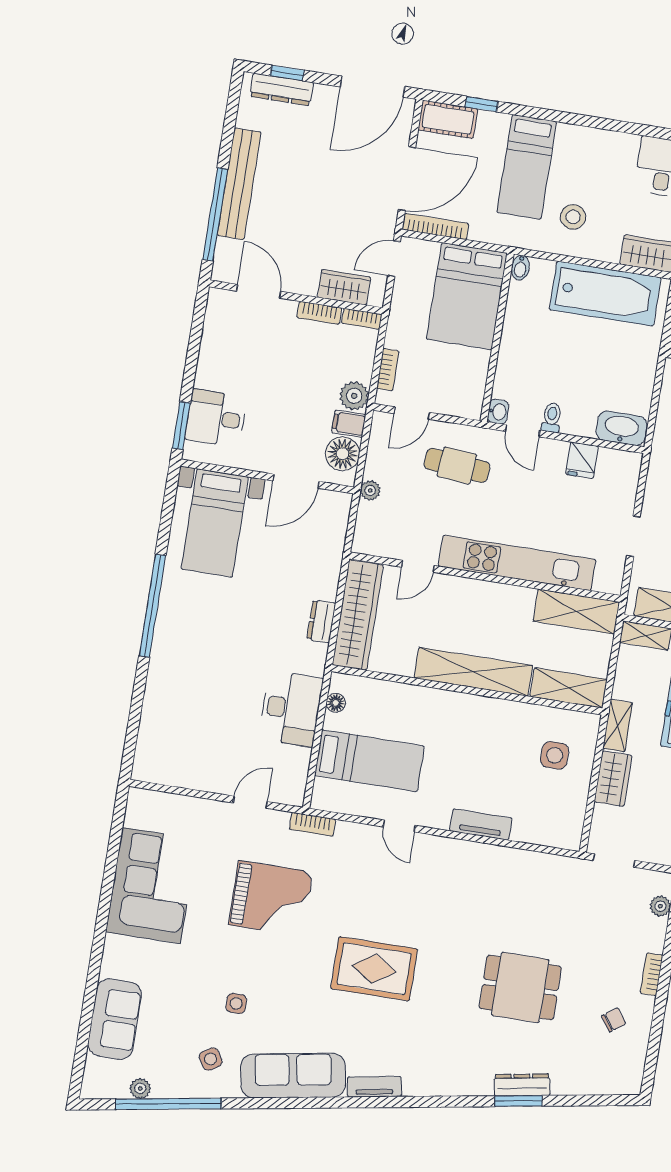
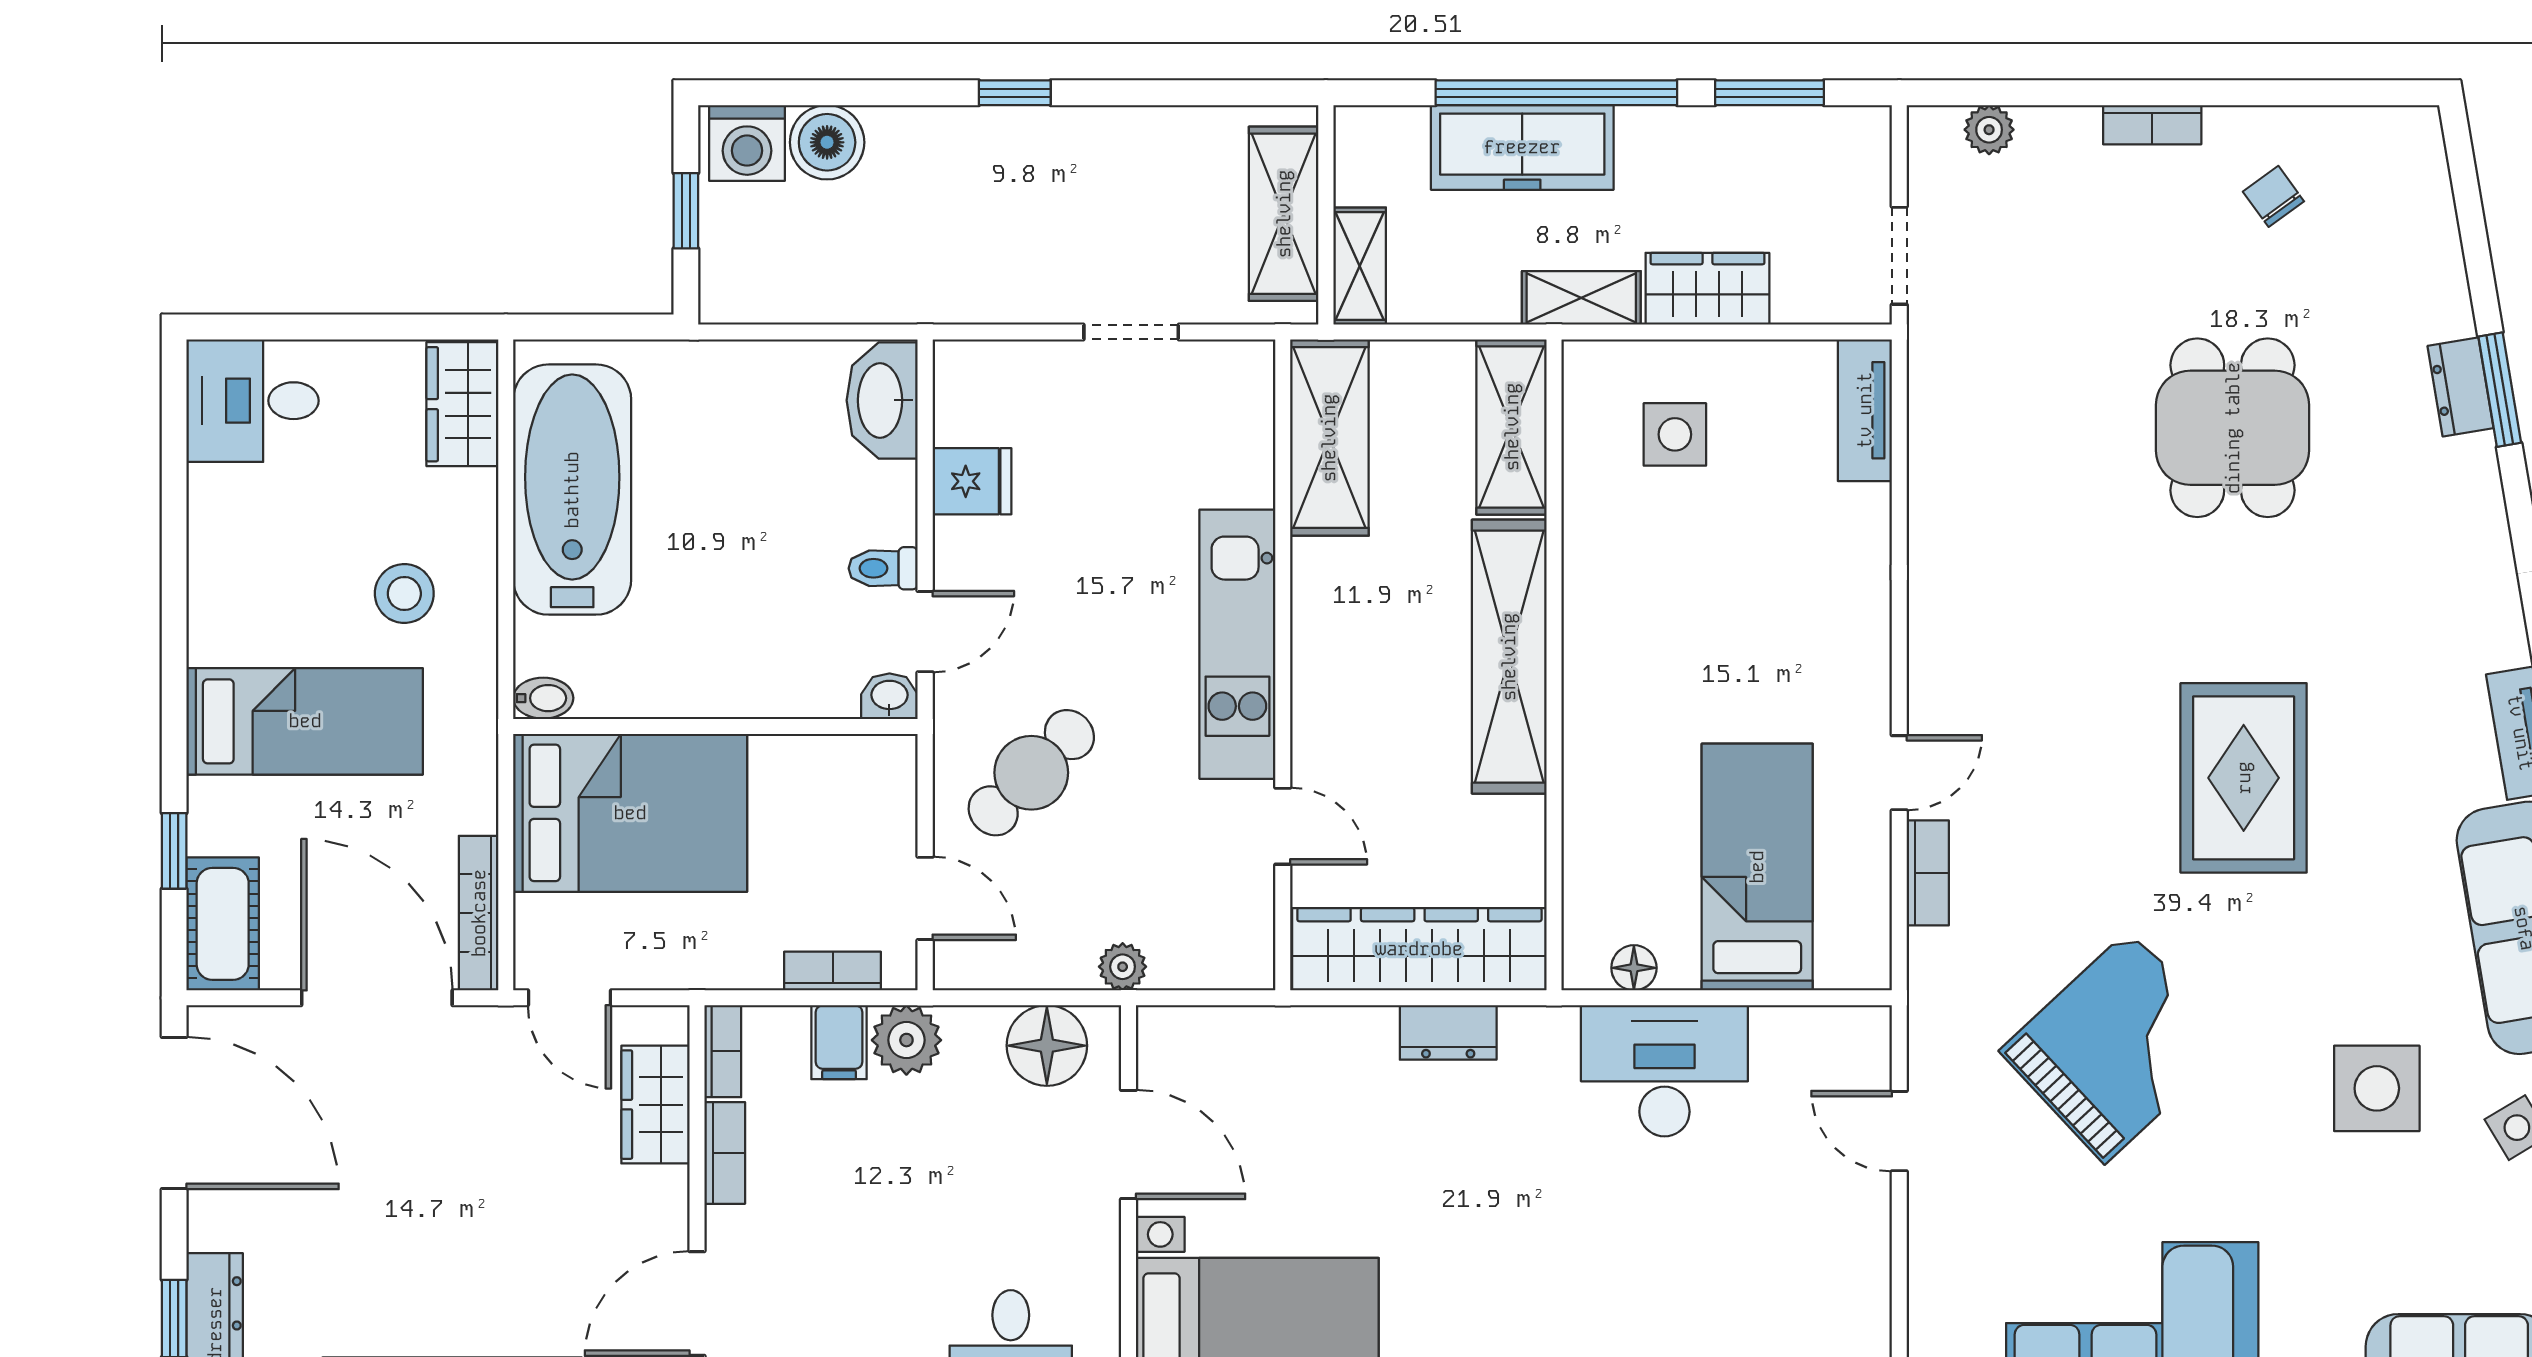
filing cabinet: (349, 424) -> (839, 1042), moved
cafe table: (457, 465) -> (1031, 773), turned 40
kitchen unit: (517, 563) -> (1237, 644), width x0.73
bookcase: (312, 824) -> (1928, 873), moved
tv unit: (481, 824) -> (1865, 410), moved
grand piano: (271, 898) -> (2117, 1047), turned 47
side table: (236, 1003) -> (2377, 1088), width x1.87, depth x1.87
dresser: (522, 1085) -> (2461, 387), width x0.70

